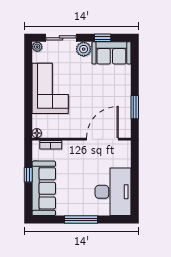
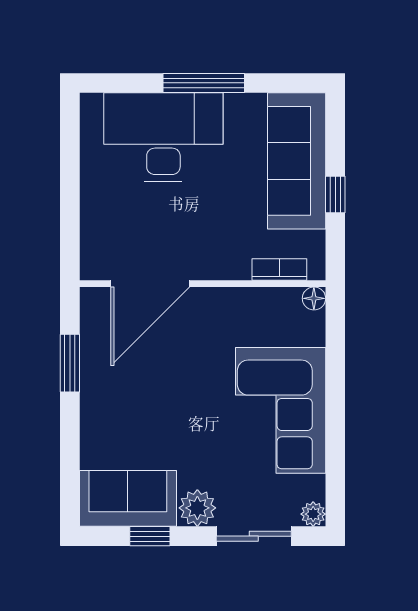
desk: (113, 192) -> (163, 137), moved, turned 90

